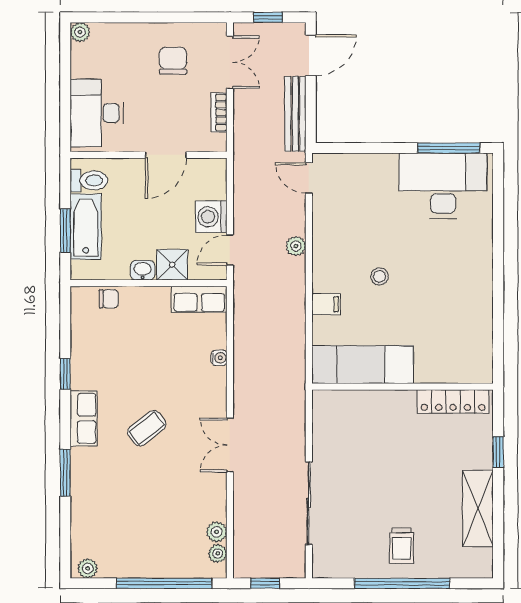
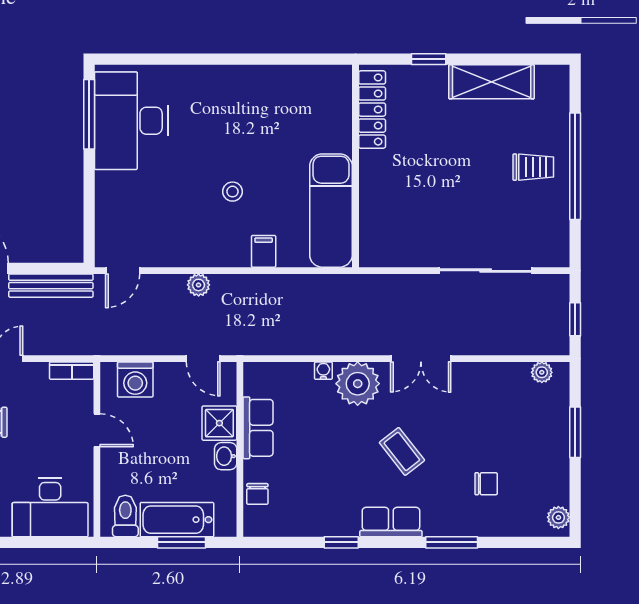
bookcase: (219, 112) -> (72, 371), moved
door: (166, 155) -> (97, 430), width x0.73
washing machine: (211, 217) -> (135, 380), moved
chair: (109, 299) -> (257, 494), turned 180
row of seats: (199, 299) -> (258, 428), moved
chair: (118, 504) -> (486, 484), added
plant: (217, 532) -> (358, 384), moved, width x1.88, depth x1.88
window: (164, 583) -> (575, 432), width x0.47

